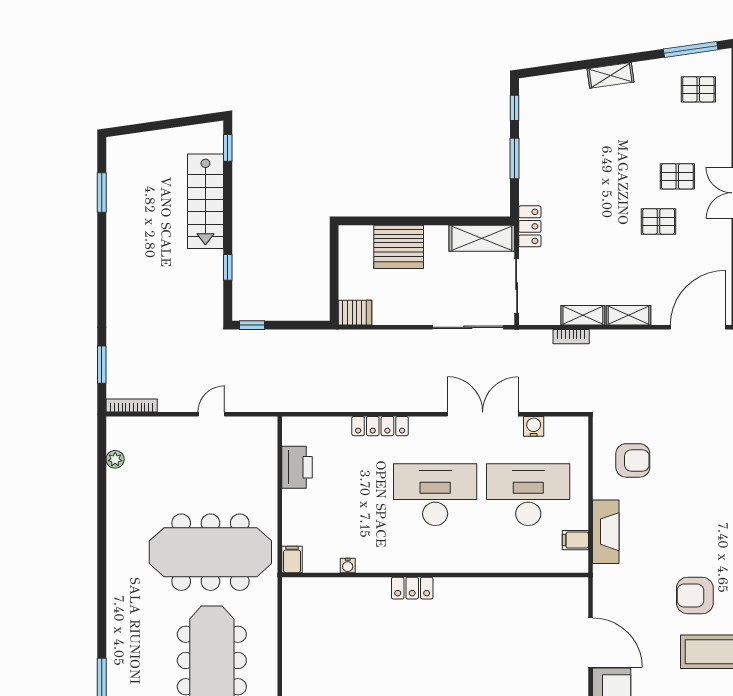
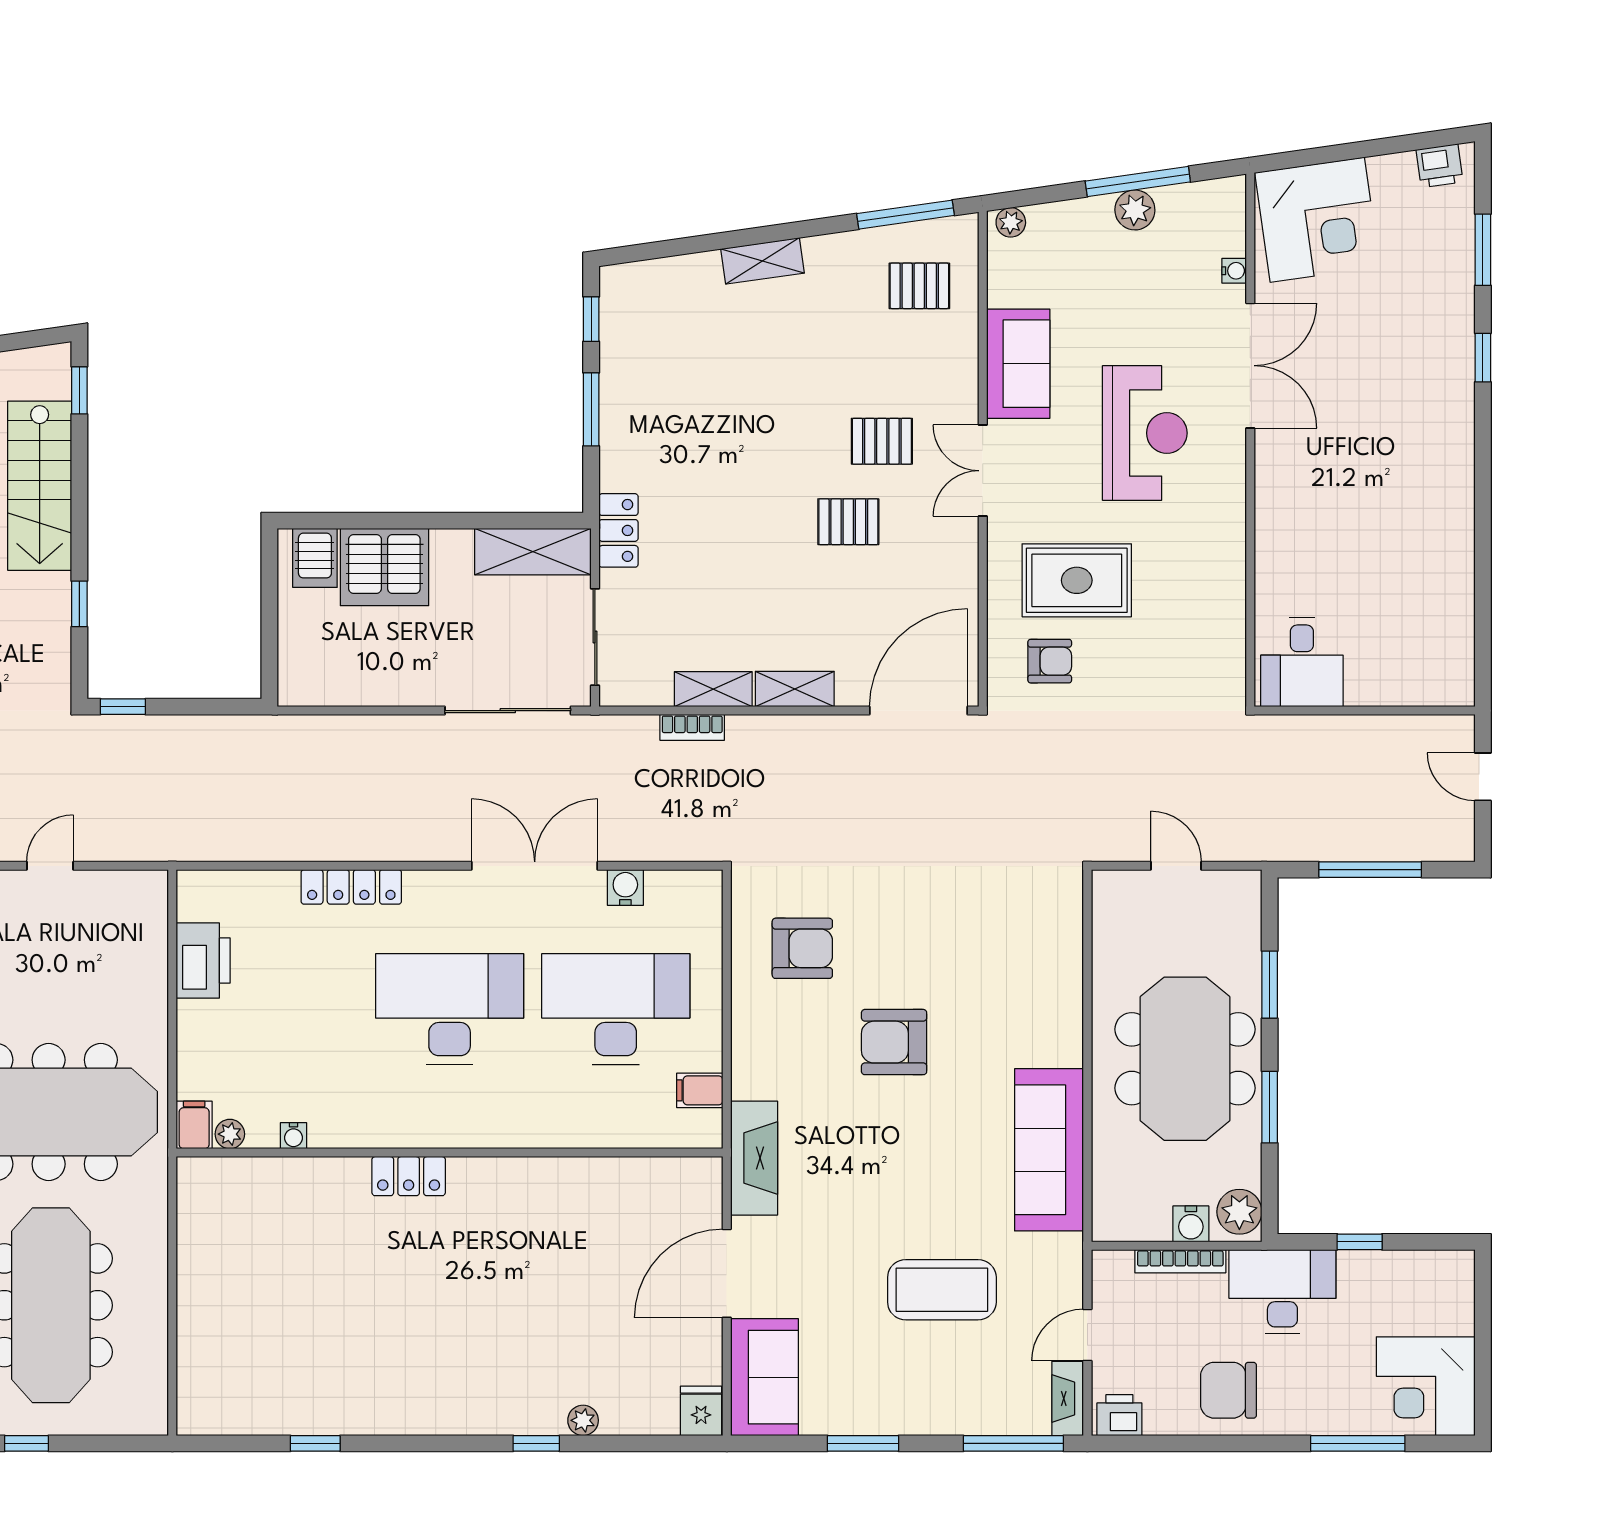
server rack: (355, 313) -> (315, 558), moved, turned 90
fireplace: (606, 532) -> (754, 1158), moved
plant: (312, 565) -> (230, 1134), added
armchair: (695, 595) -> (894, 1042), moved
door: (590, 643) -> (727, 1273), swing flipped

